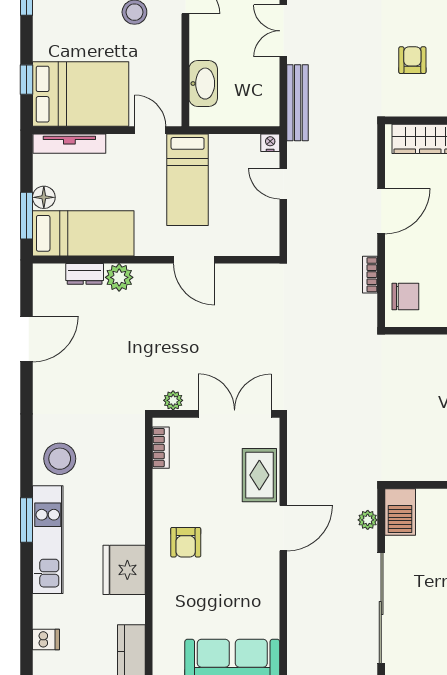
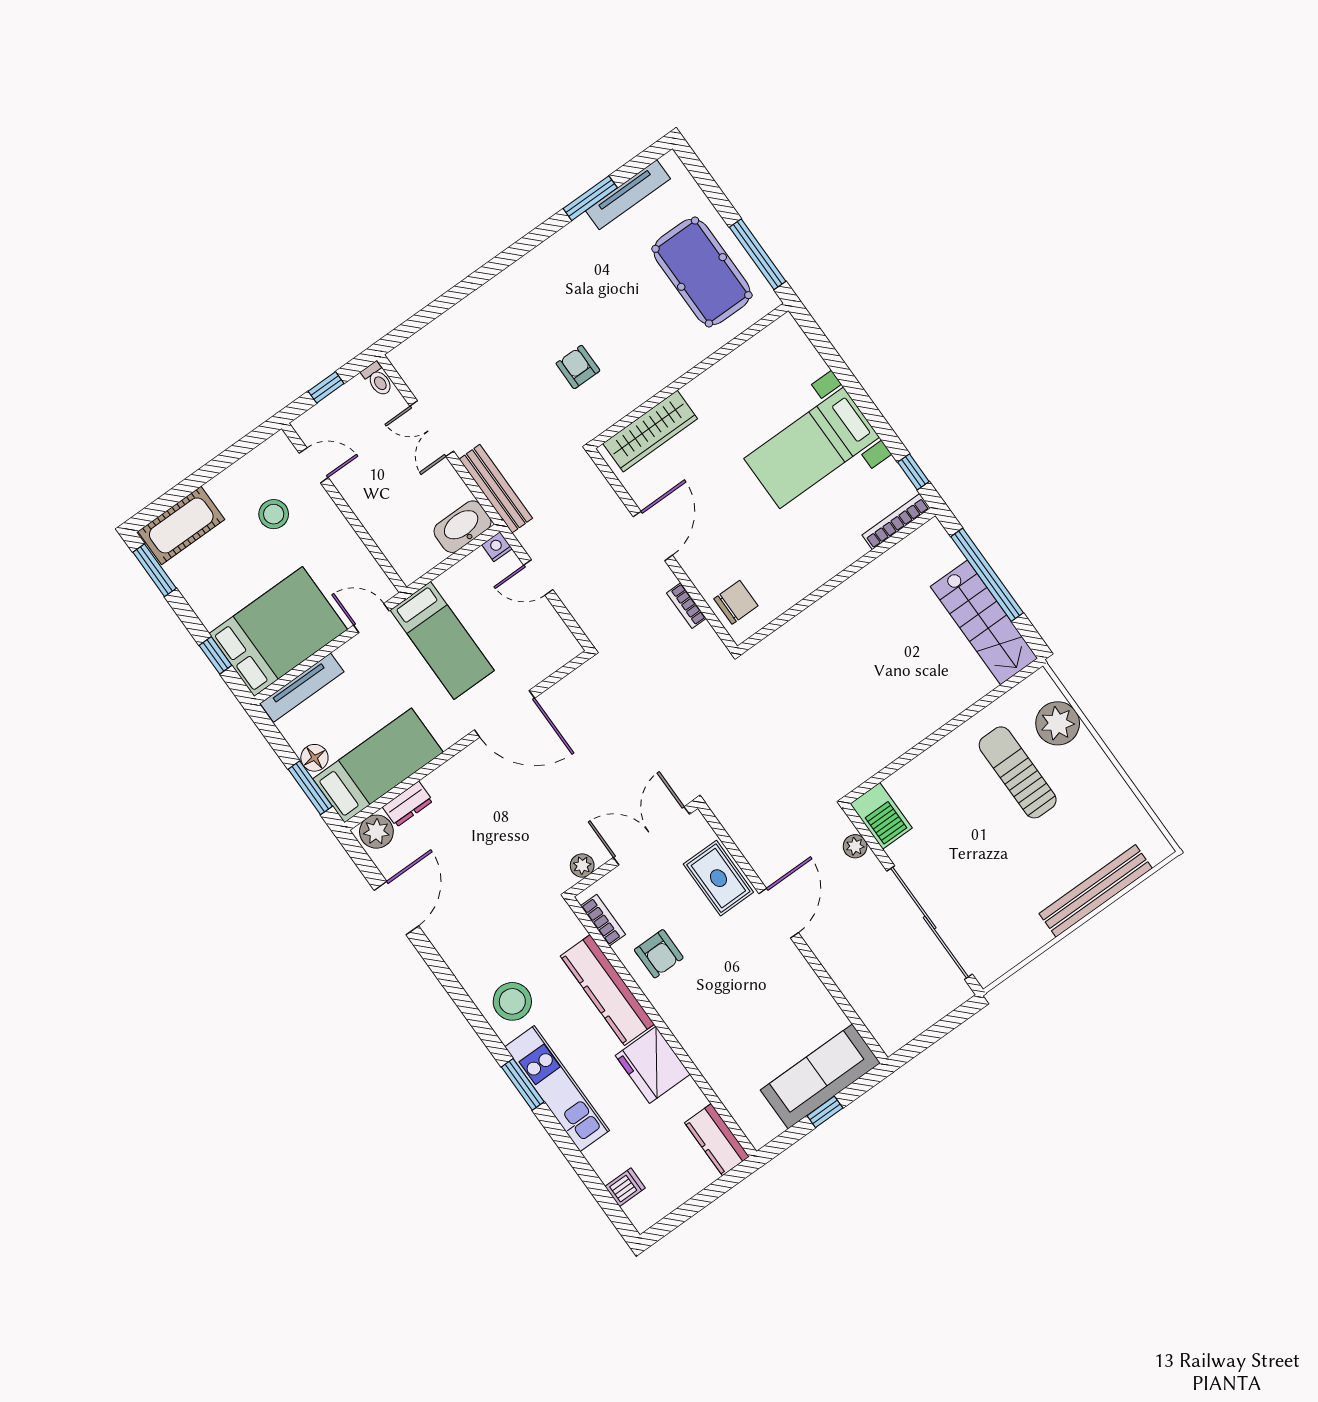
washbasin: (203, 84) -> (462, 527), moved, turned -90
door: (194, 260) -> (504, 714), width x1.36
plant: (119, 277) -> (376, 832), moved
kitchen counter: (130, 497) -> (607, 990), added
armchair: (186, 542) -> (659, 954), moved

